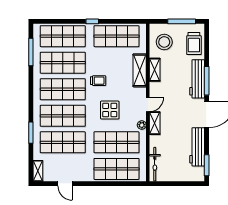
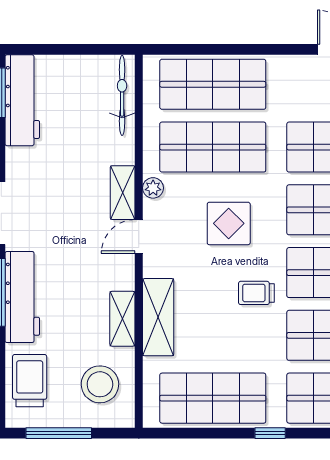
workbench: (197, 147) -> (22, 100), moved

